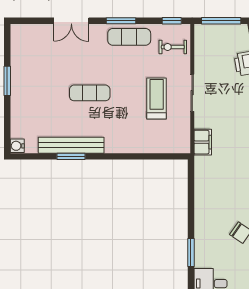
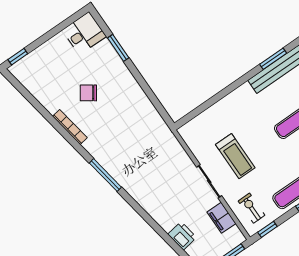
exercise bike: (173, 47) -> (252, 208), turned -90
filing cabinet: (203, 142) -> (221, 218), moved

